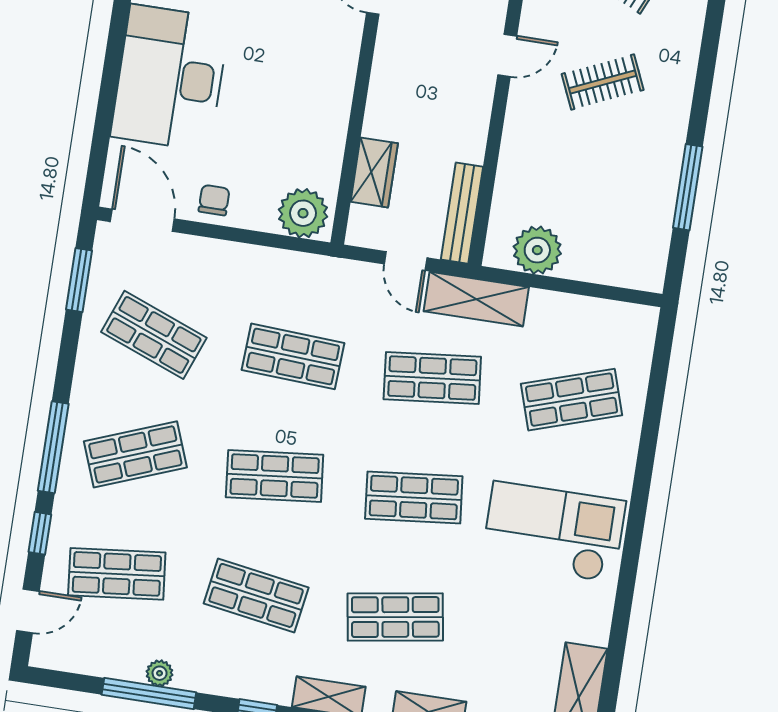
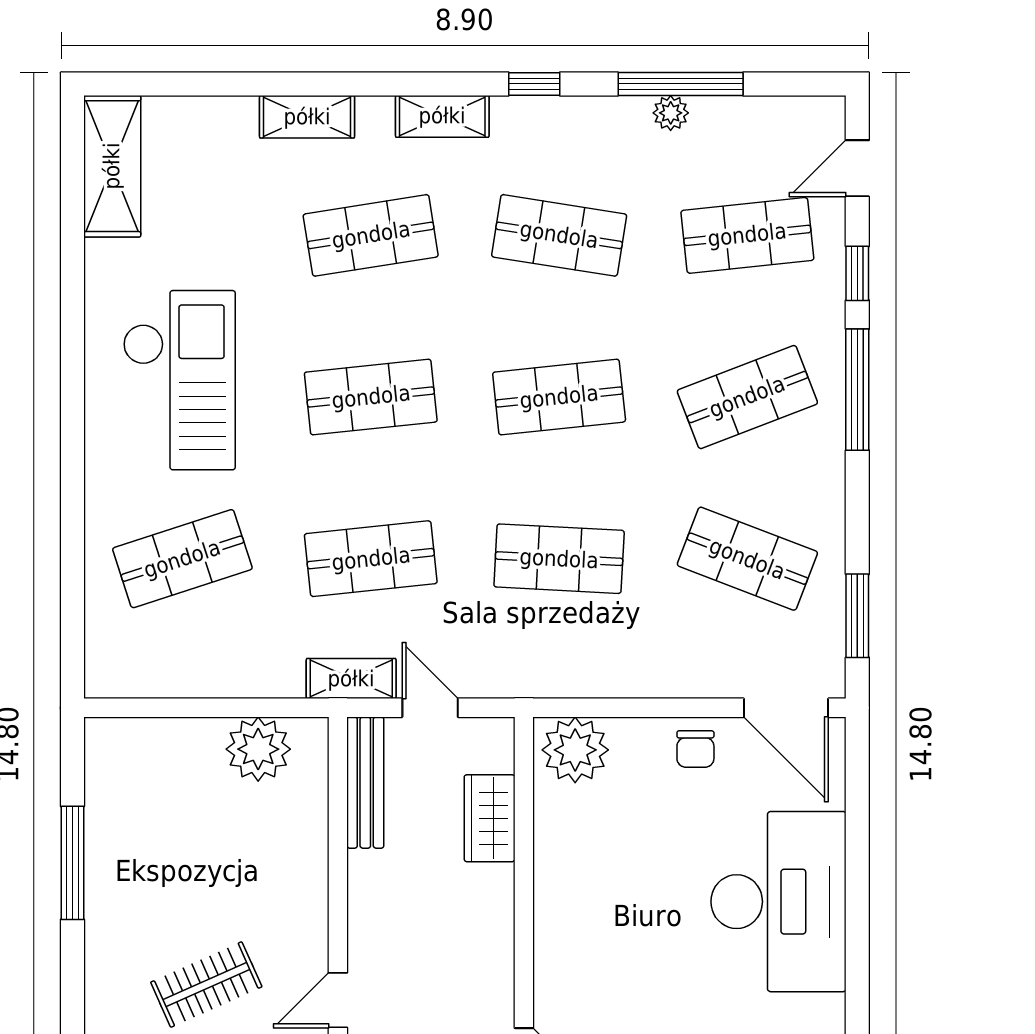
shelving: (476, 299) -> (351, 679), width x0.67, depth x0.75
checkout: (554, 532) -> (179, 380), turned -90

